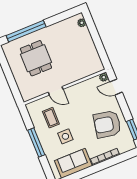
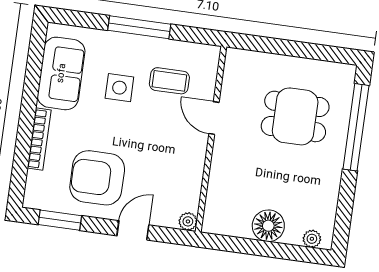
floor lamp: (87, 44) -> (268, 226), added
door: (116, 87) -> (133, 230), moved
door: (56, 91) -> (214, 118), hinge flipped
armchair: (107, 124) -> (97, 178), turned -101

